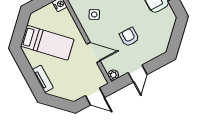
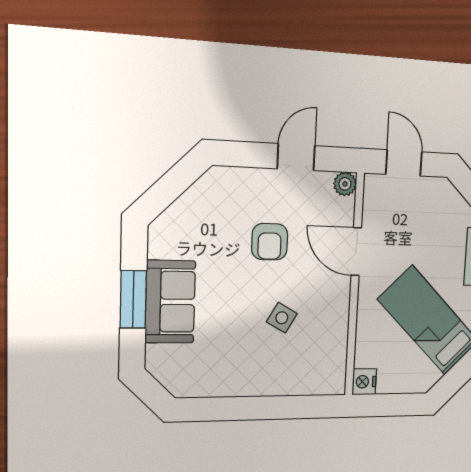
side table: (94, 14) -> (282, 318), moved

